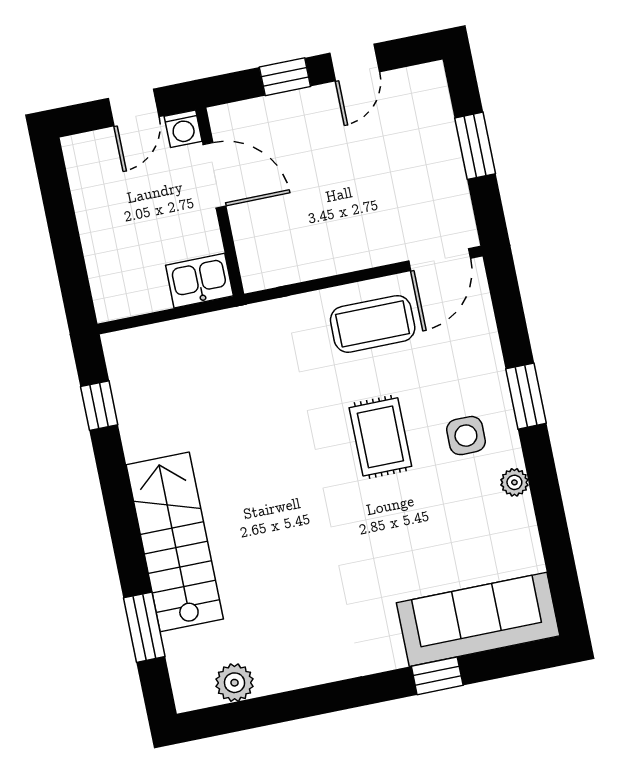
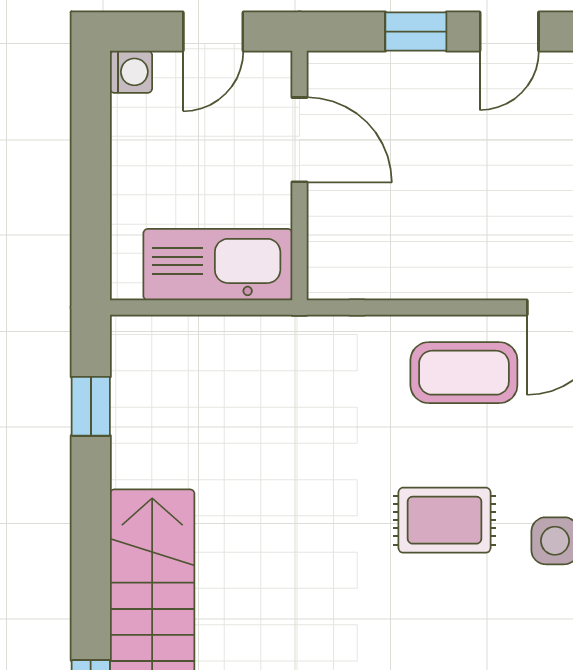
washing machine: (183, 129) -> (131, 72), moved, turned -90
kitchen sink: (199, 281) -> (218, 265), width x1.87, depth x1.24
rug: (380, 437) -> (444, 520), turned 90

